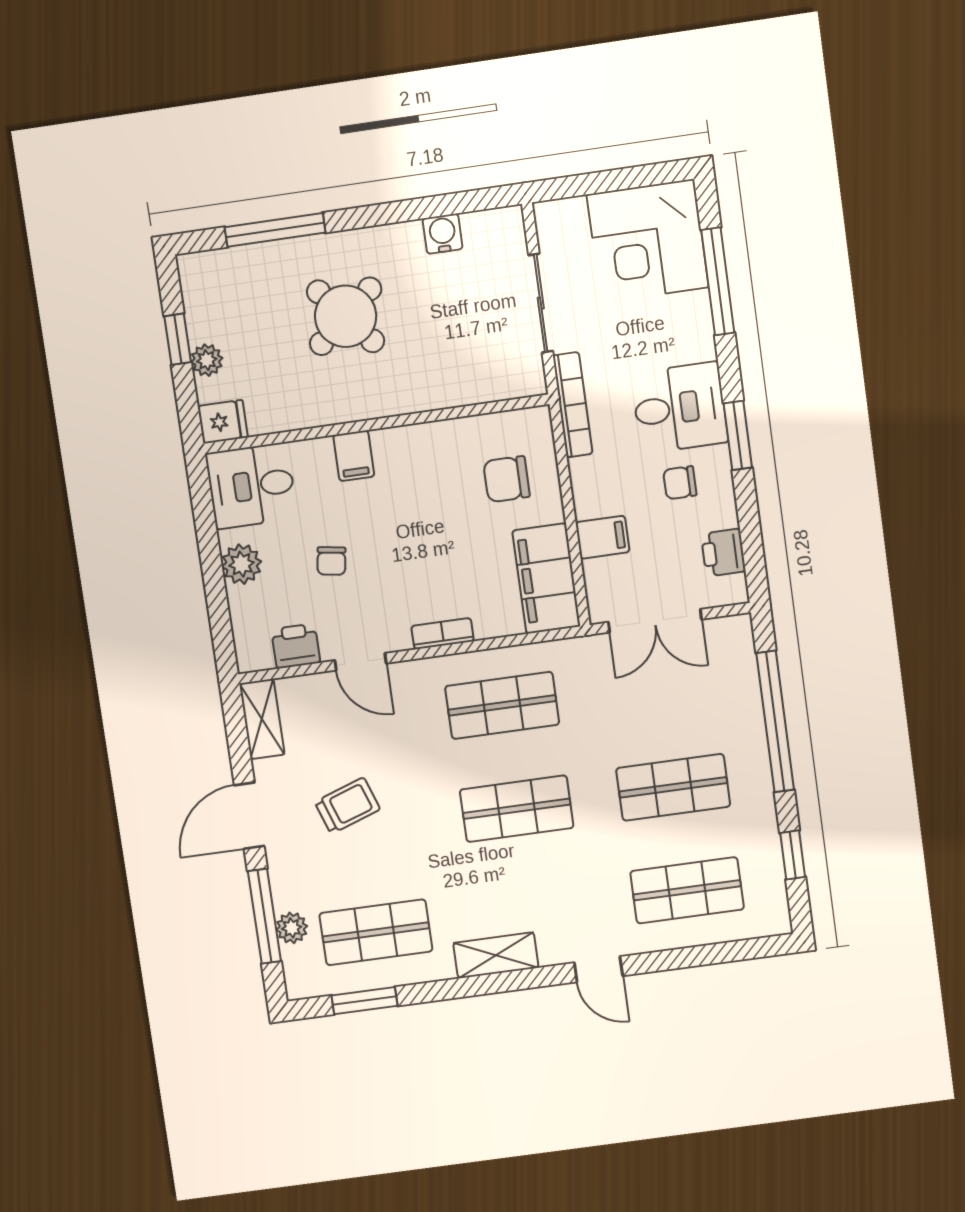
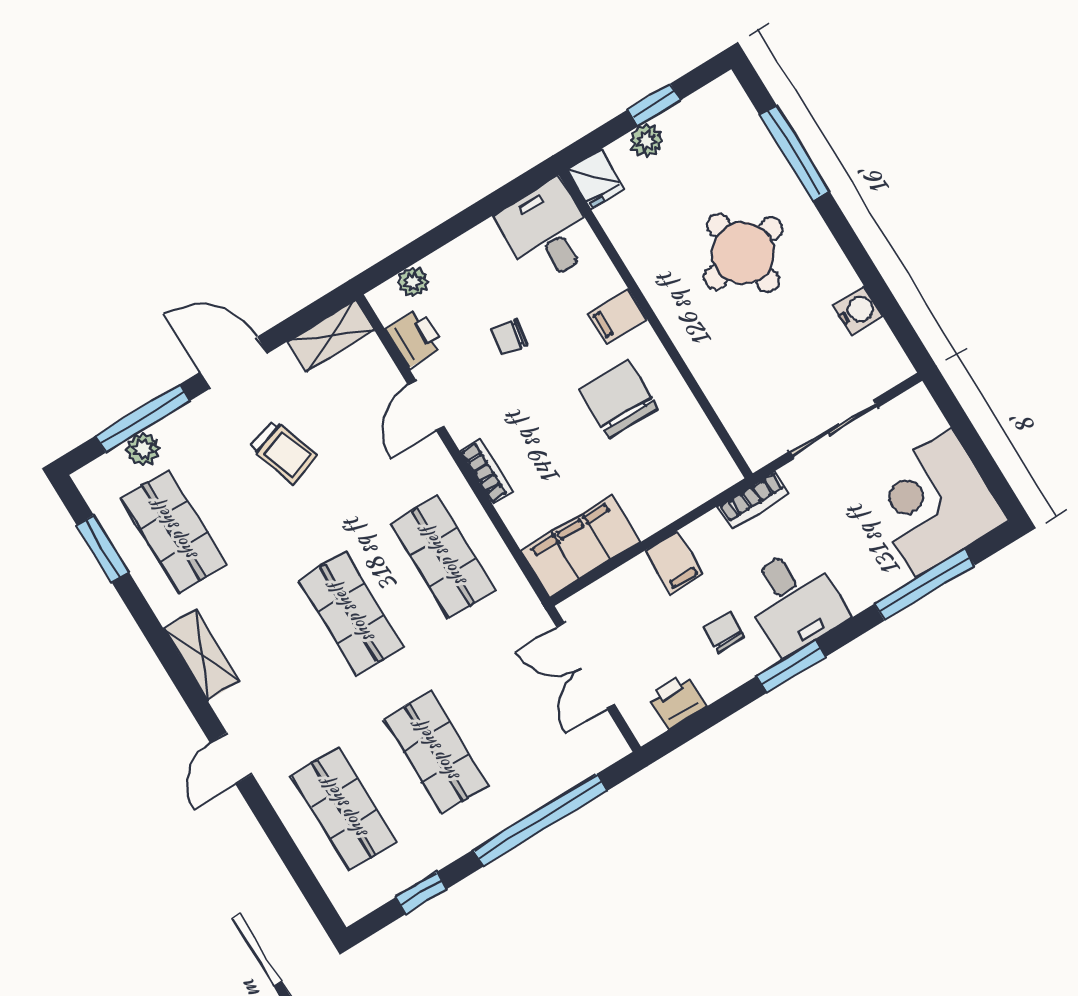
round table: (346, 316) -> (743, 253), turned 30
bookcase: (573, 405) -> (753, 500), width x0.64
chair: (507, 479) -> (618, 399), moved, width x1.37, depth x1.37
filing cabinet: (603, 537) -> (674, 562), moved
plant: (241, 564) -> (413, 282), moved, width x0.73, depth x0.73

